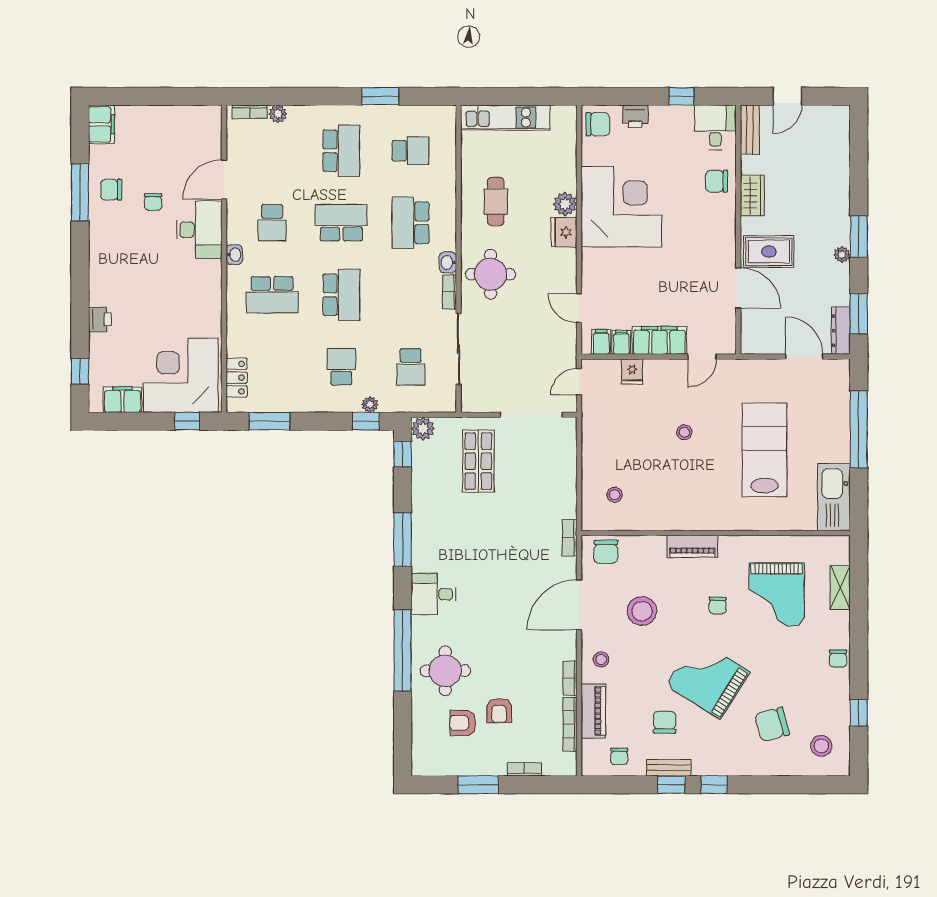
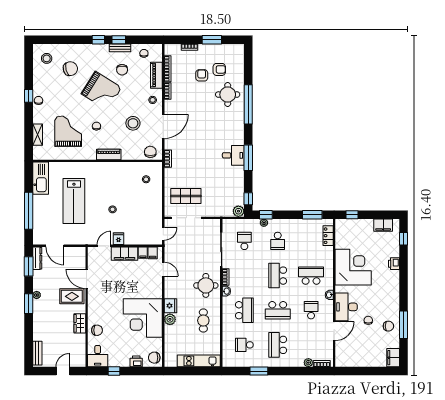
bench: (750, 130) -> (37, 353), moved
fridge: (632, 371) -> (119, 239), moved
corner desk: (181, 375) -> (353, 267), moved, turned -90
shop shelf: (478, 461) -> (186, 196), moved, turned 90
desk: (434, 594) -> (233, 155), moved
window: (859, 713) -> (29, 96), moved

